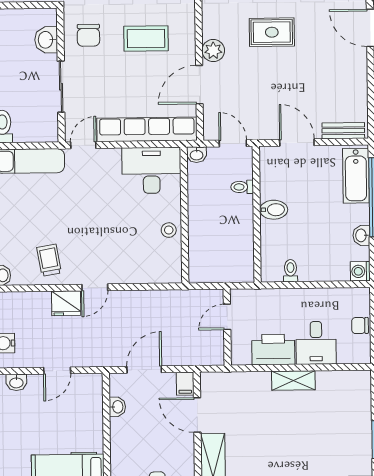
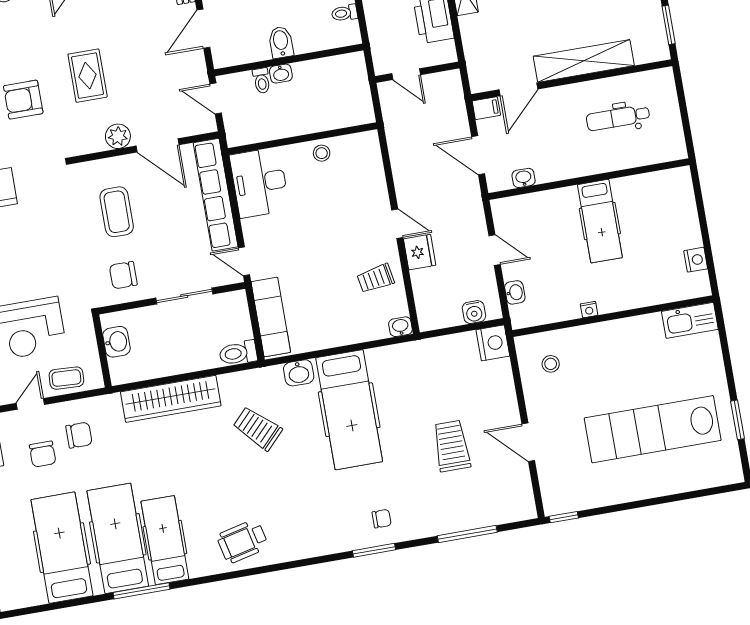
chair: (88, 35) -> (123, 275), turned 180
washbasin: (46, 40) -> (116, 342), moved, turned -90
door: (233, 143) -> (216, 98), hinge flipped
washbasin: (197, 155) -> (281, 74), moved, turned 90

